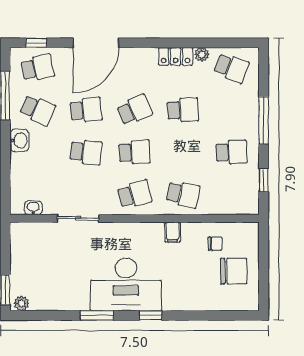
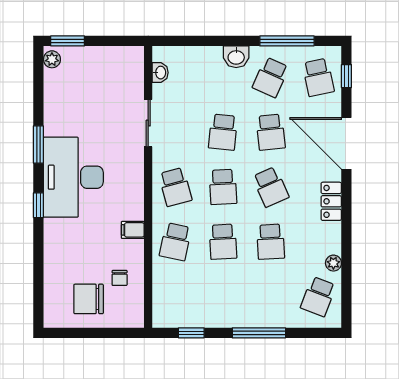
locker: (176, 56) -> (331, 201), moved
school desk: (231, 152) -> (223, 242), moved
chair: (234, 271) -> (89, 299), turned 90

